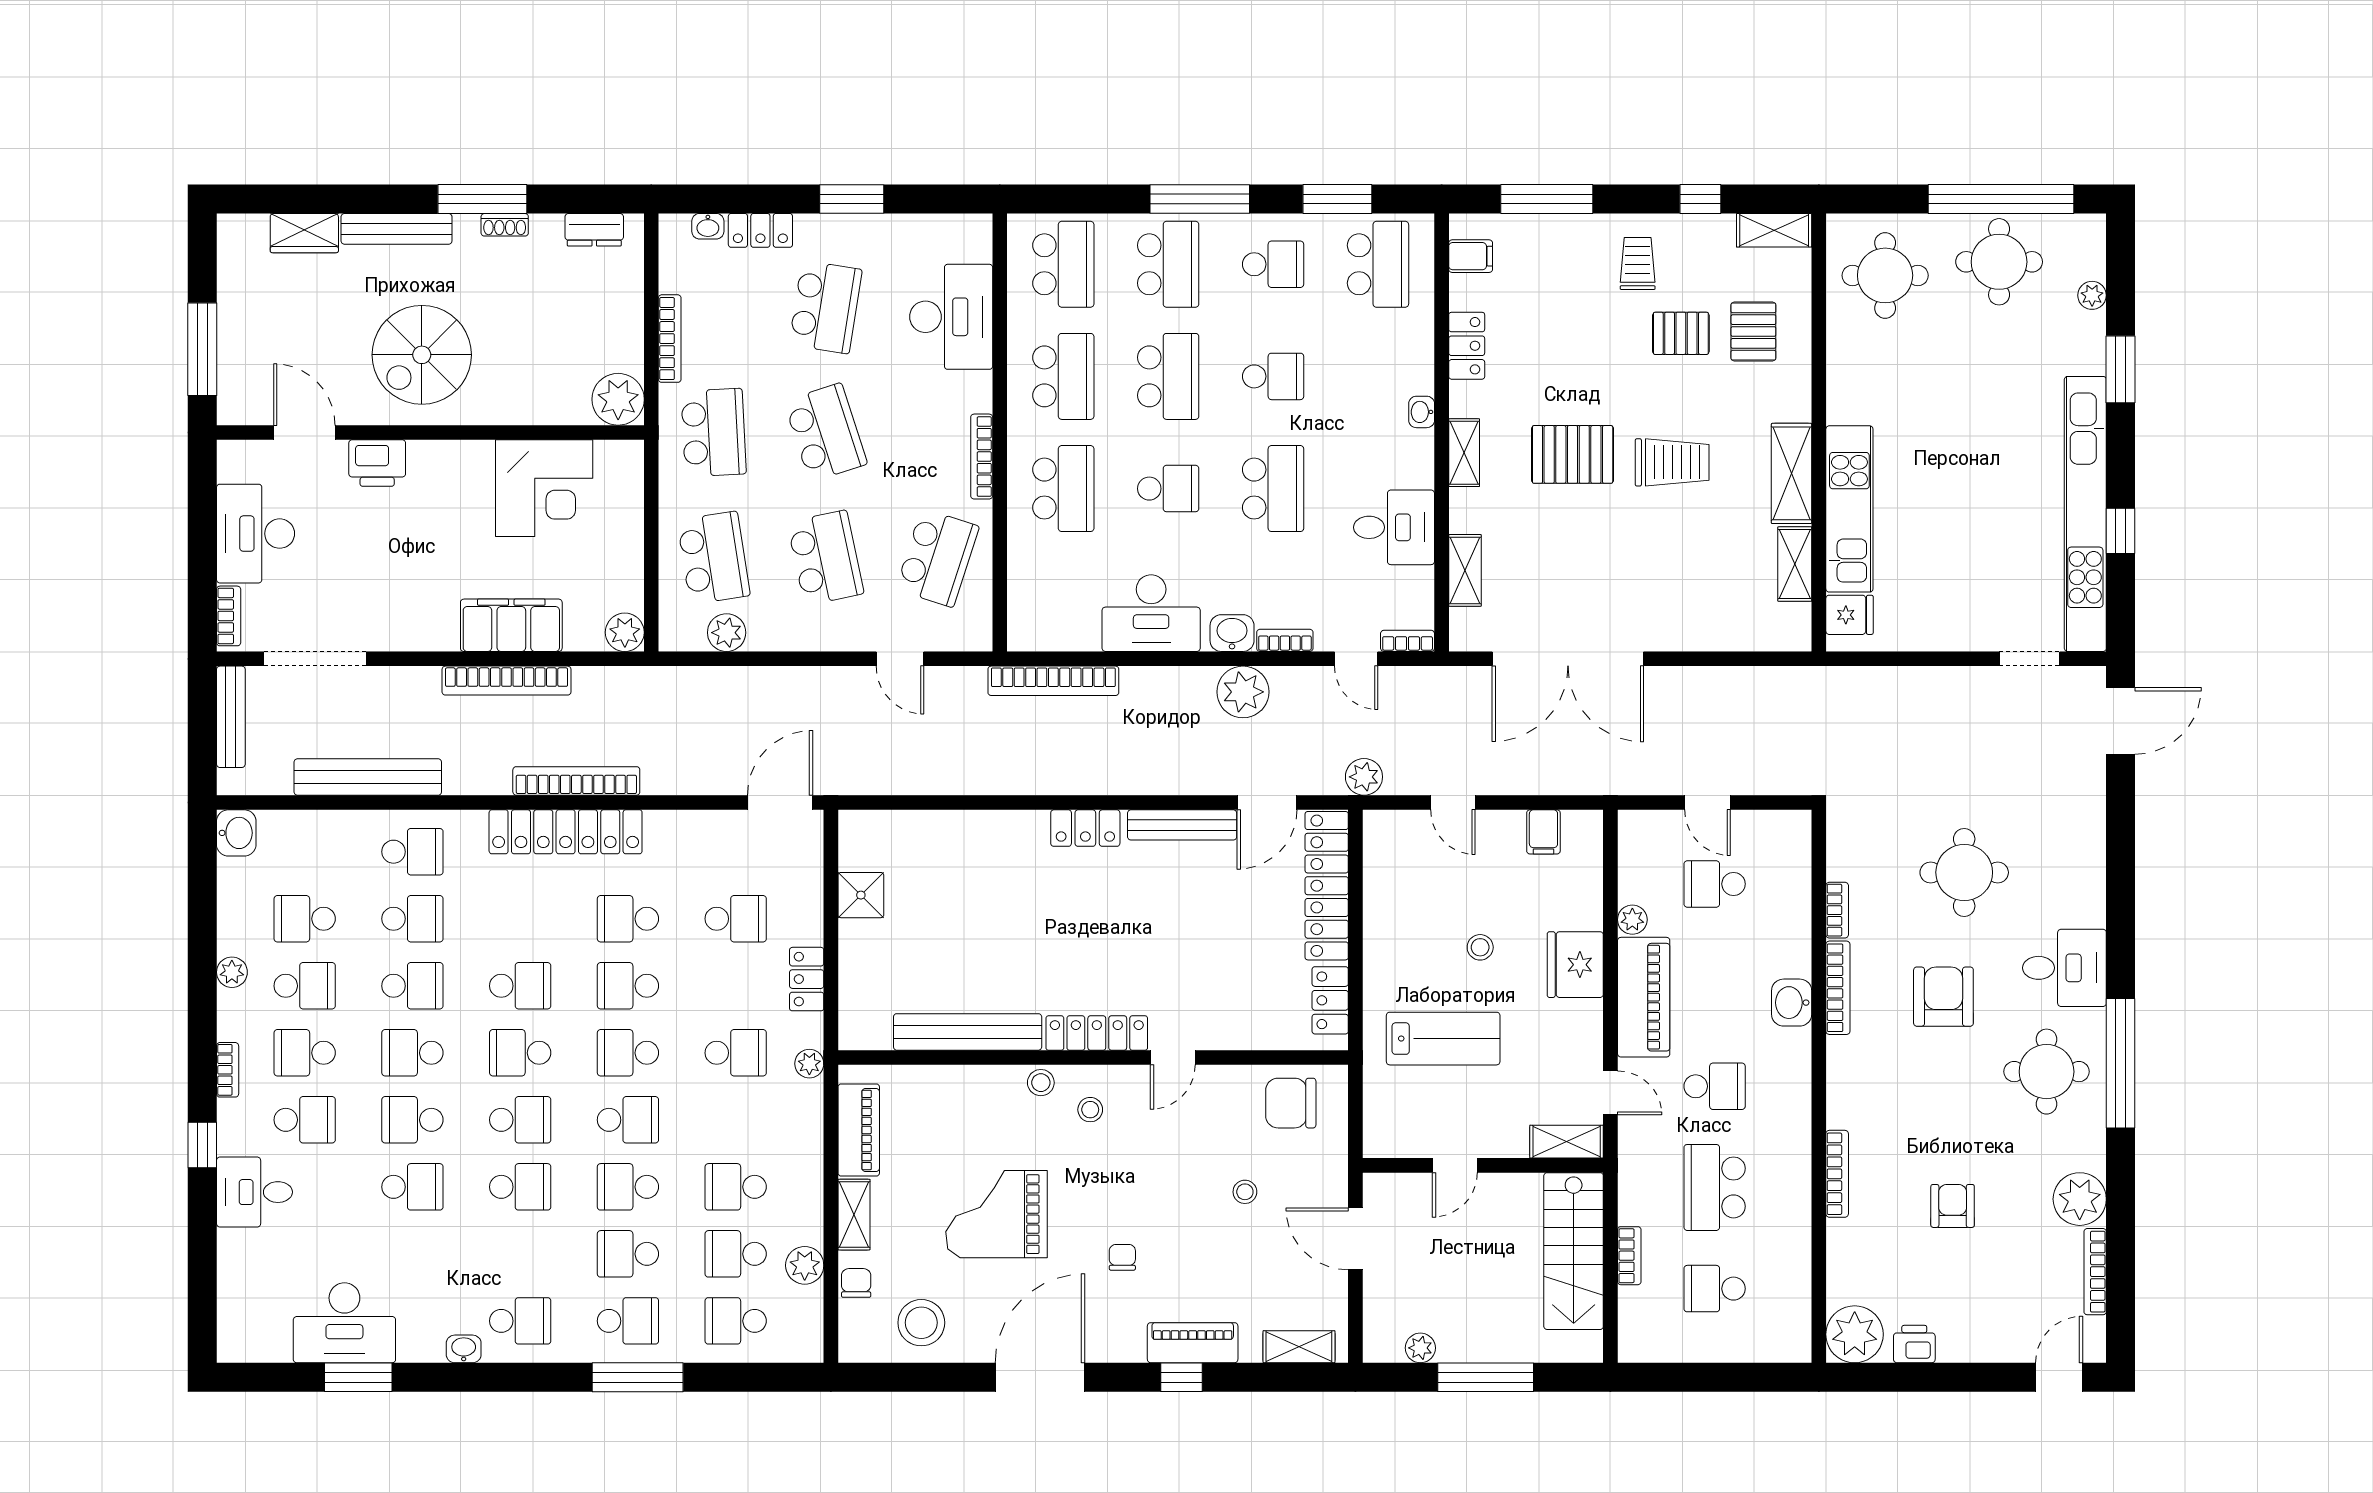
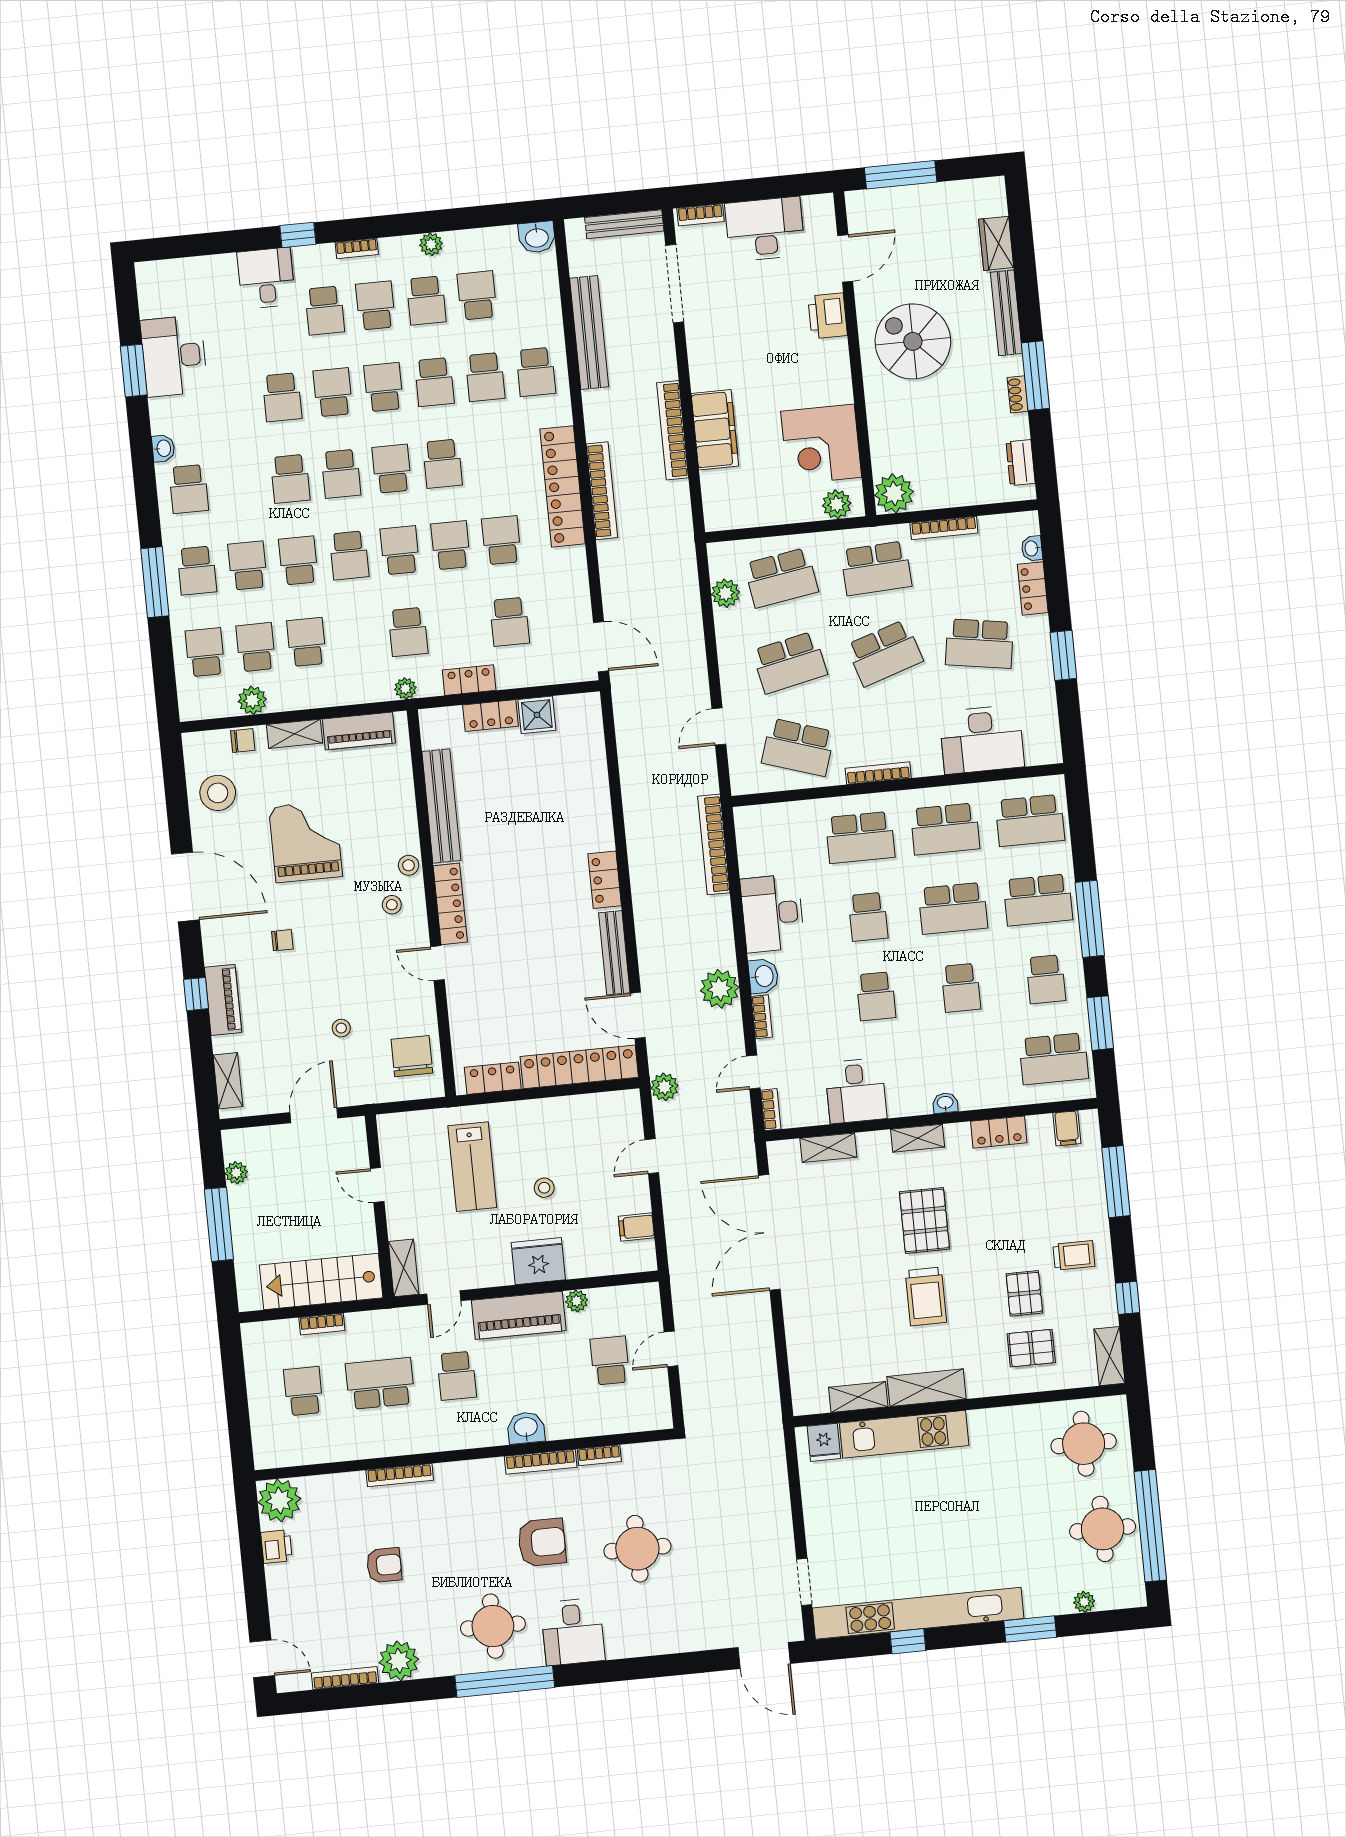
school desk: (1273, 489) -> (876, 996), width x0.54
plant: (625, 632) -> (837, 504), moved
locker: (856, 956) -> (491, 716), added

